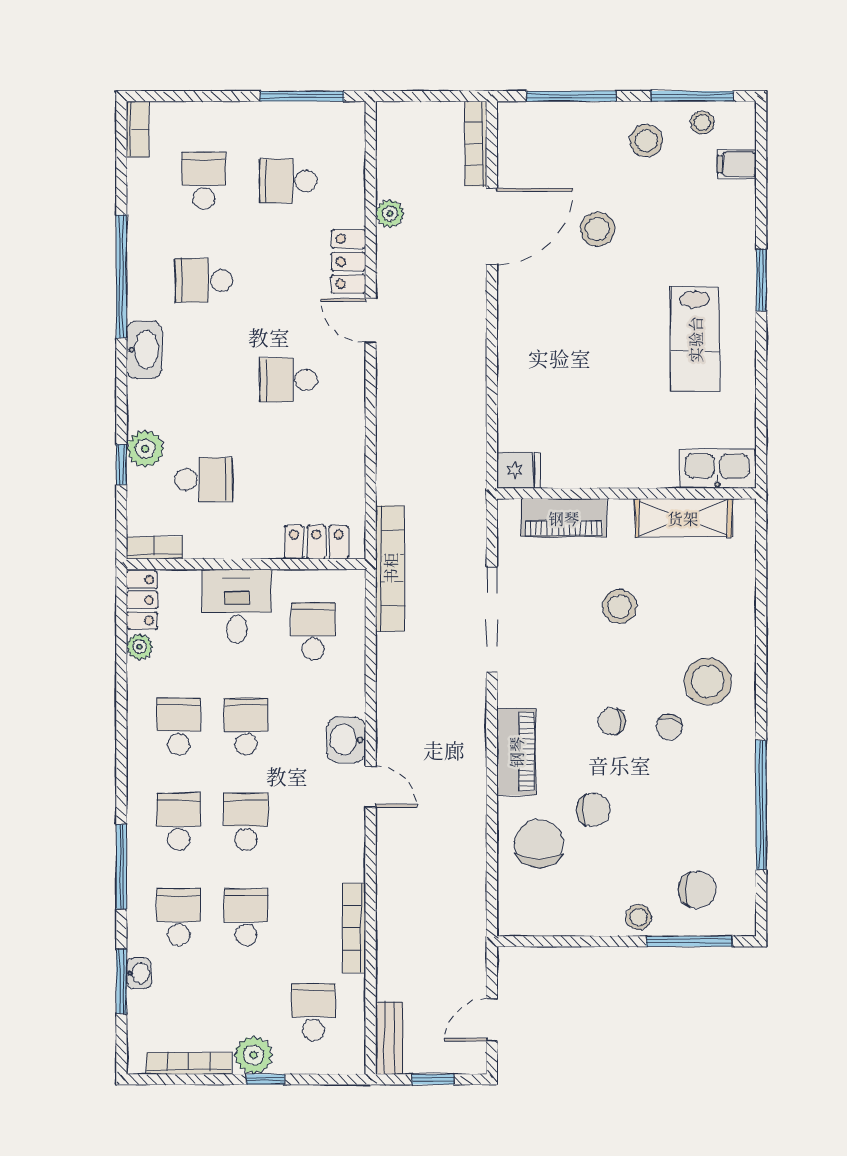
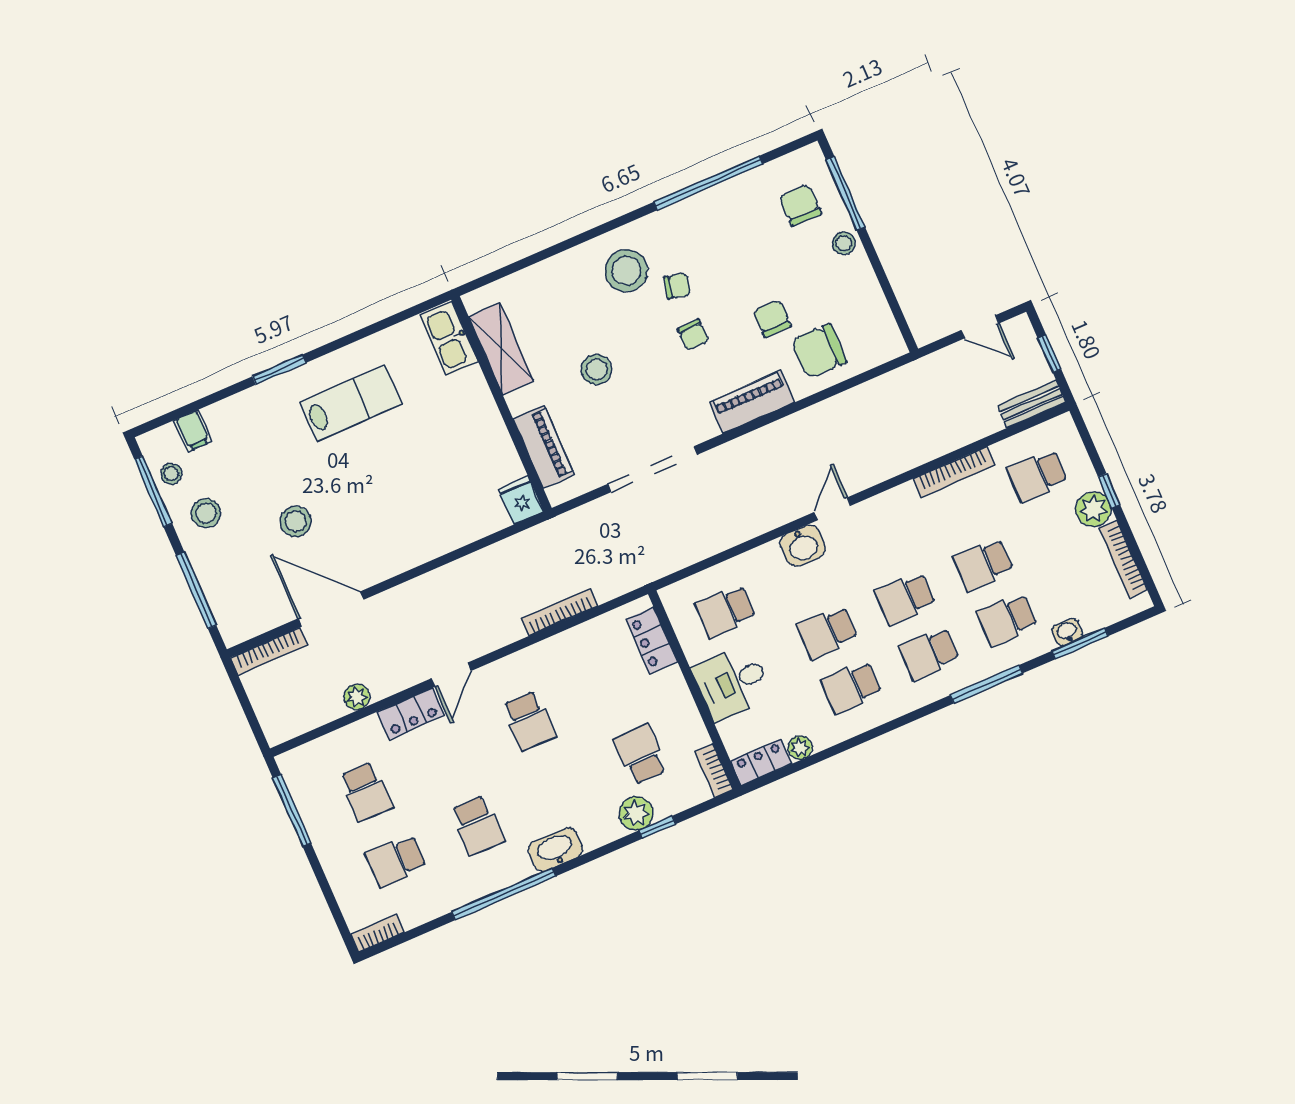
bookcase: (390, 568) -> (559, 612), moved, width x0.68, depth x0.76

